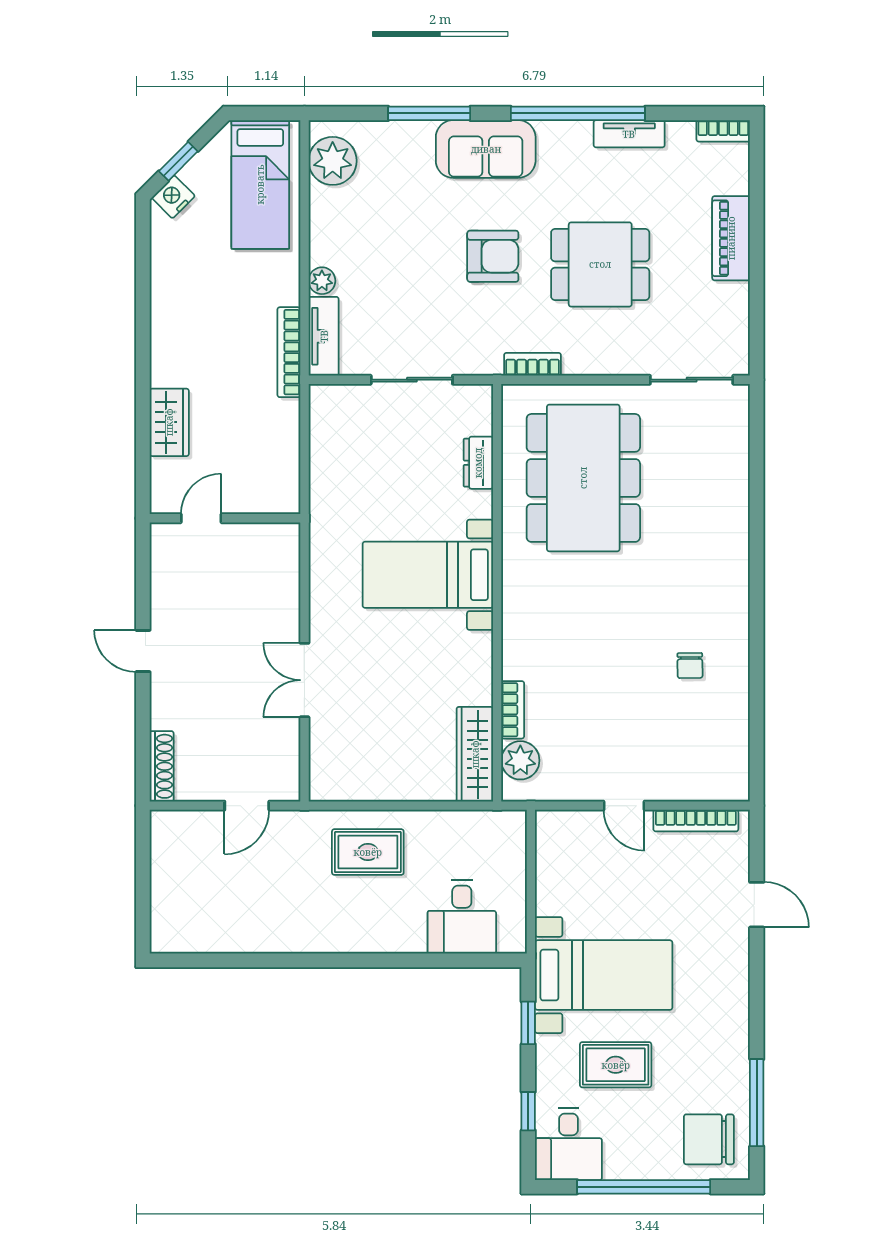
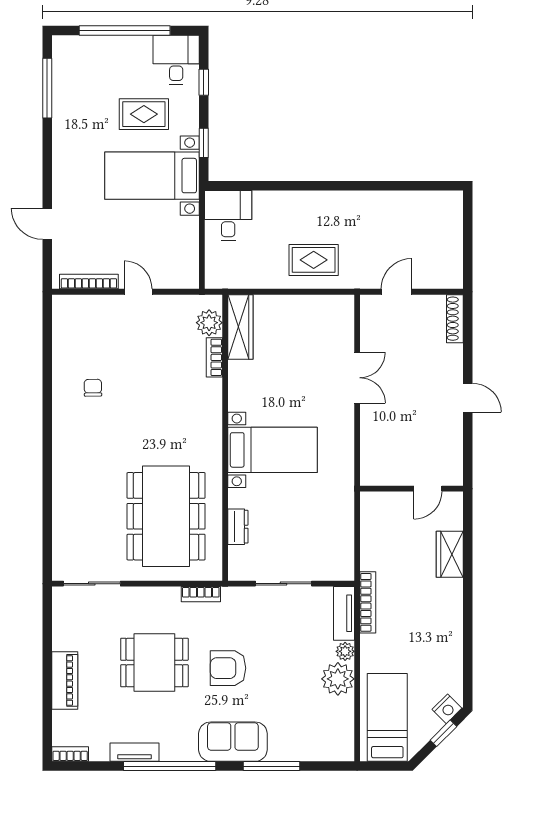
plant: (333, 161) -> (338, 679), moved
desk: (462, 917) -> (228, 216), moved
chair: (709, 1139) -> (80, 63), removed

